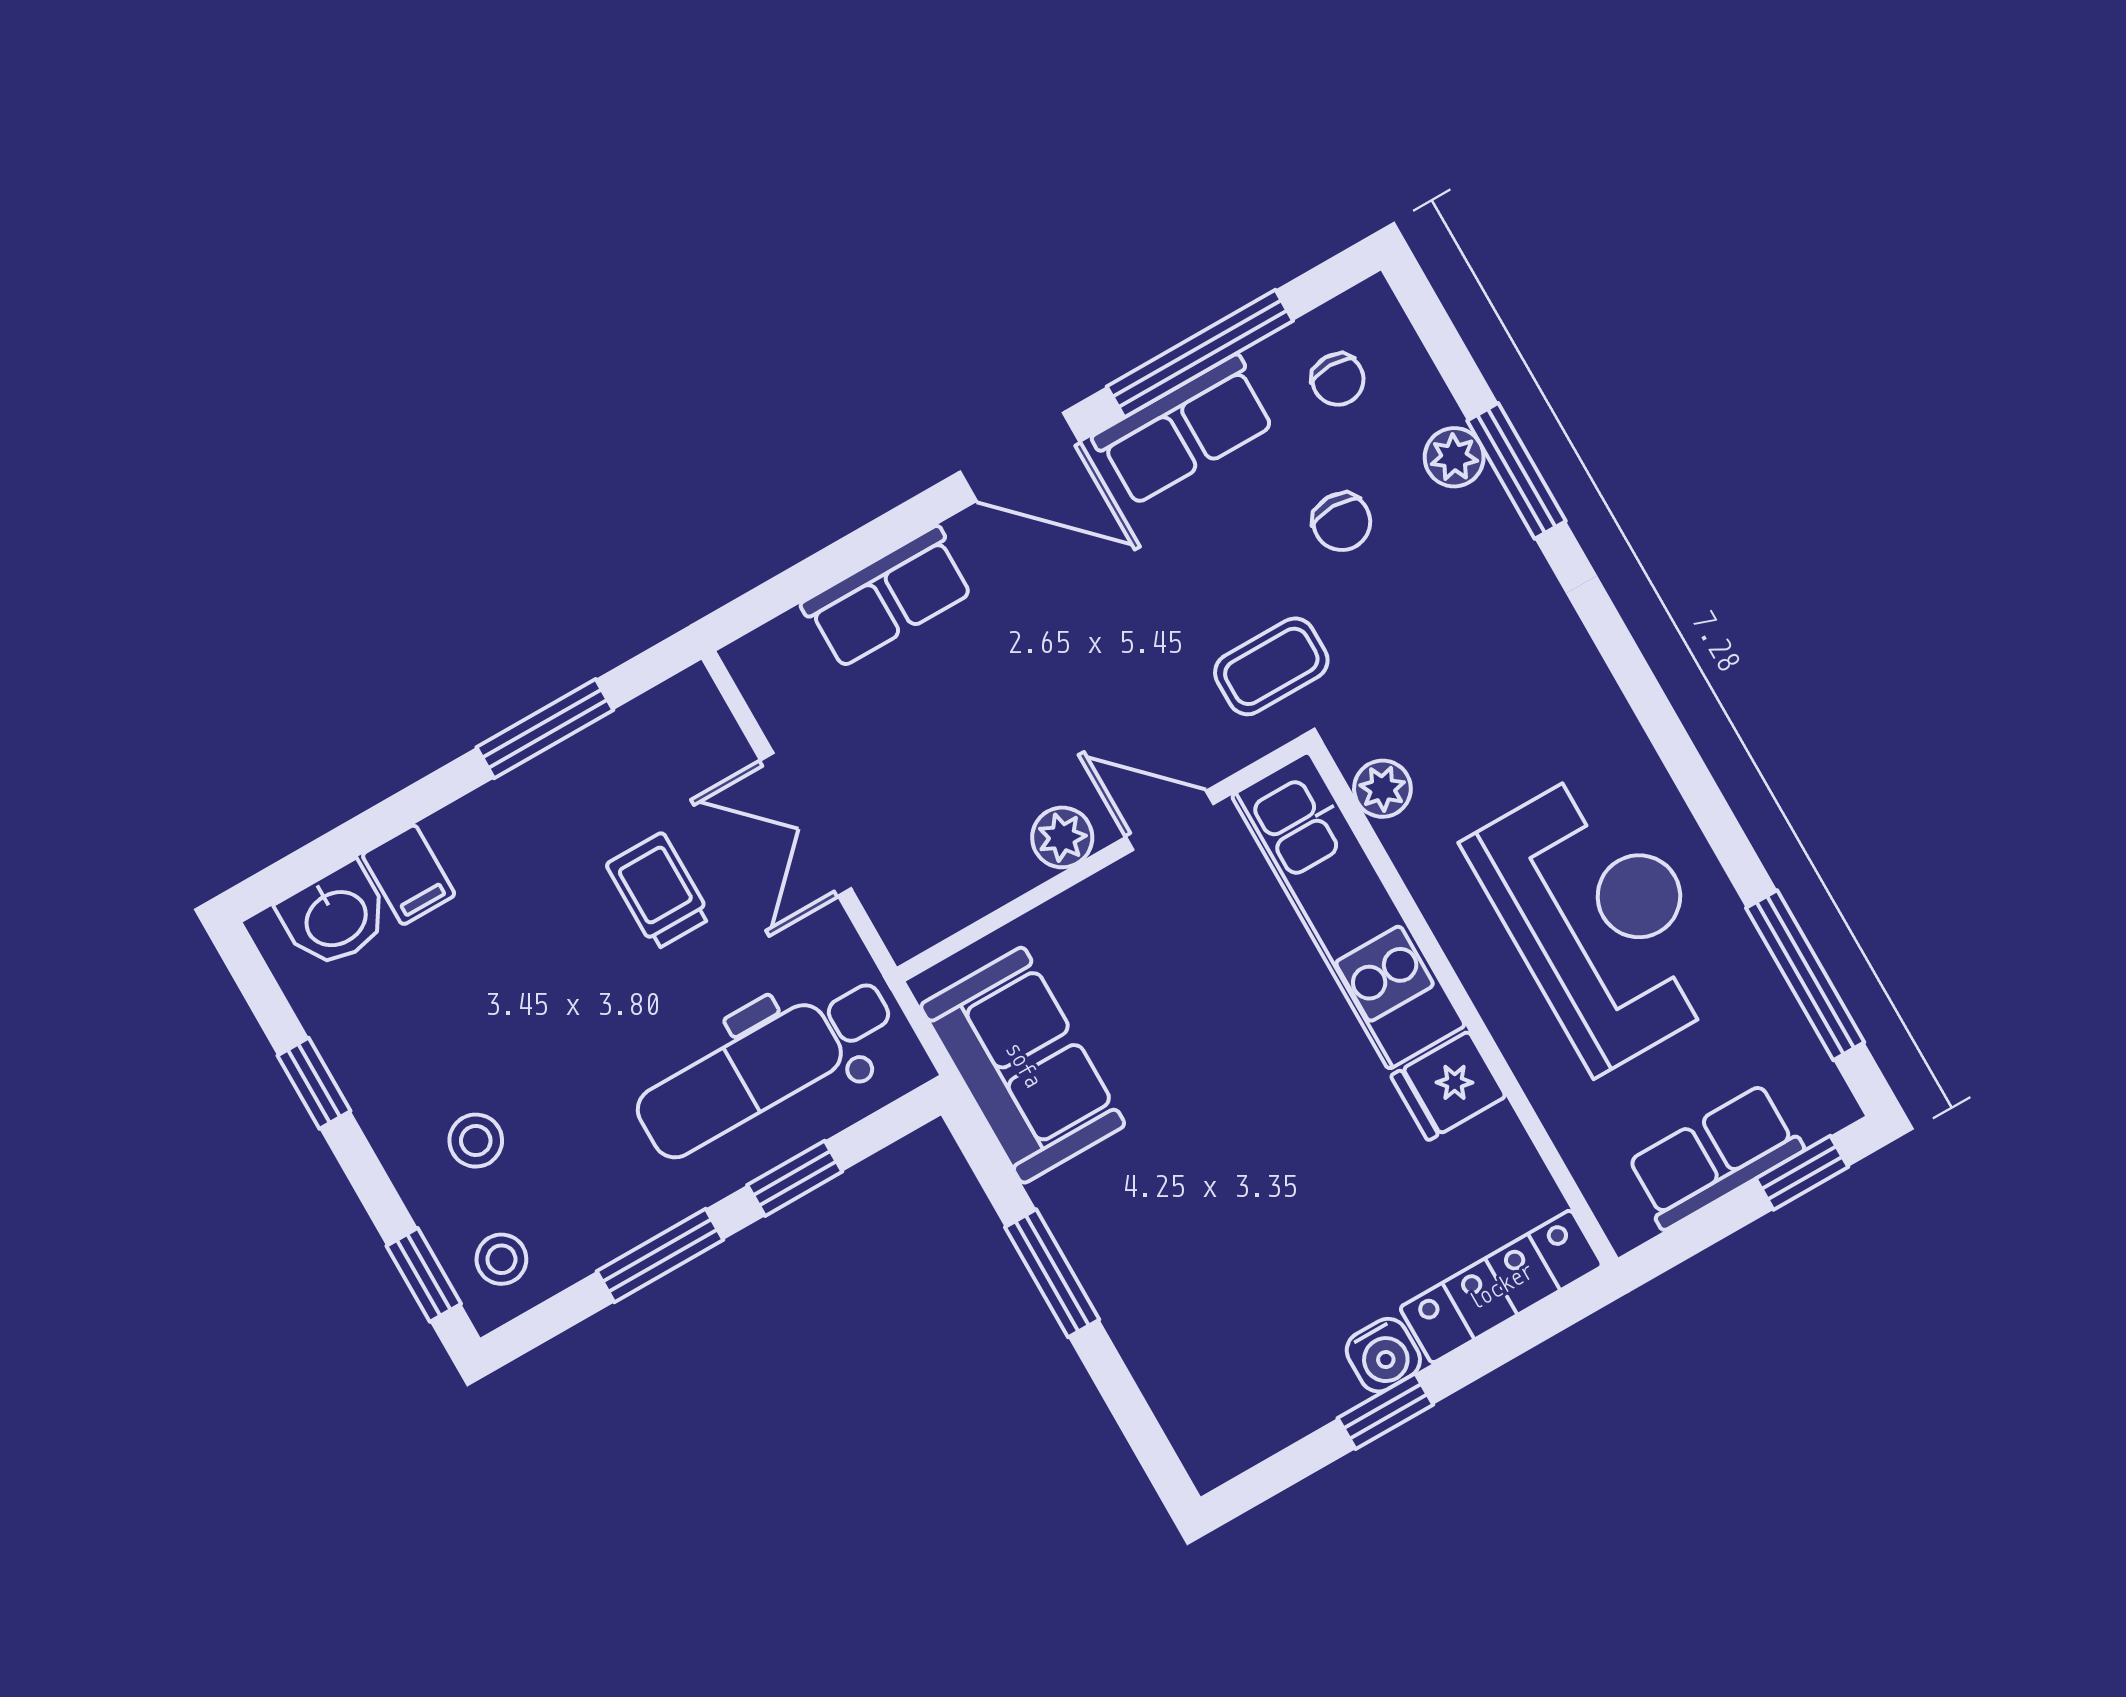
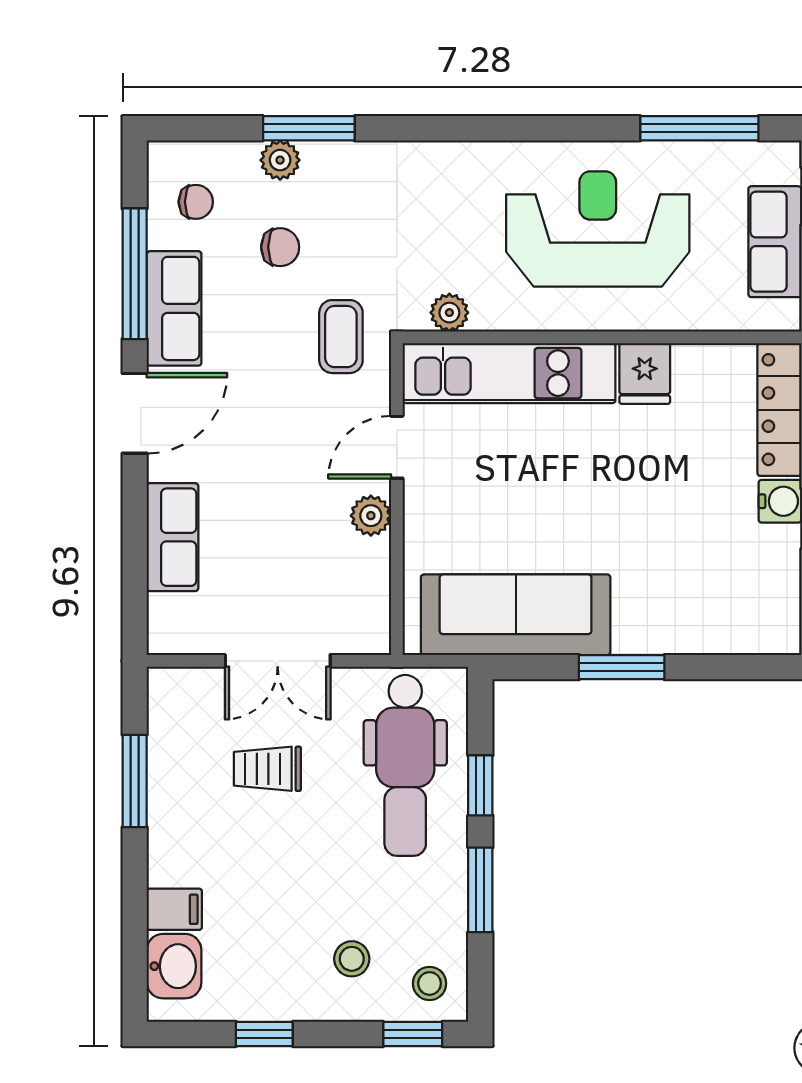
sofa: (1023, 1065) -> (516, 615), width x1.36

